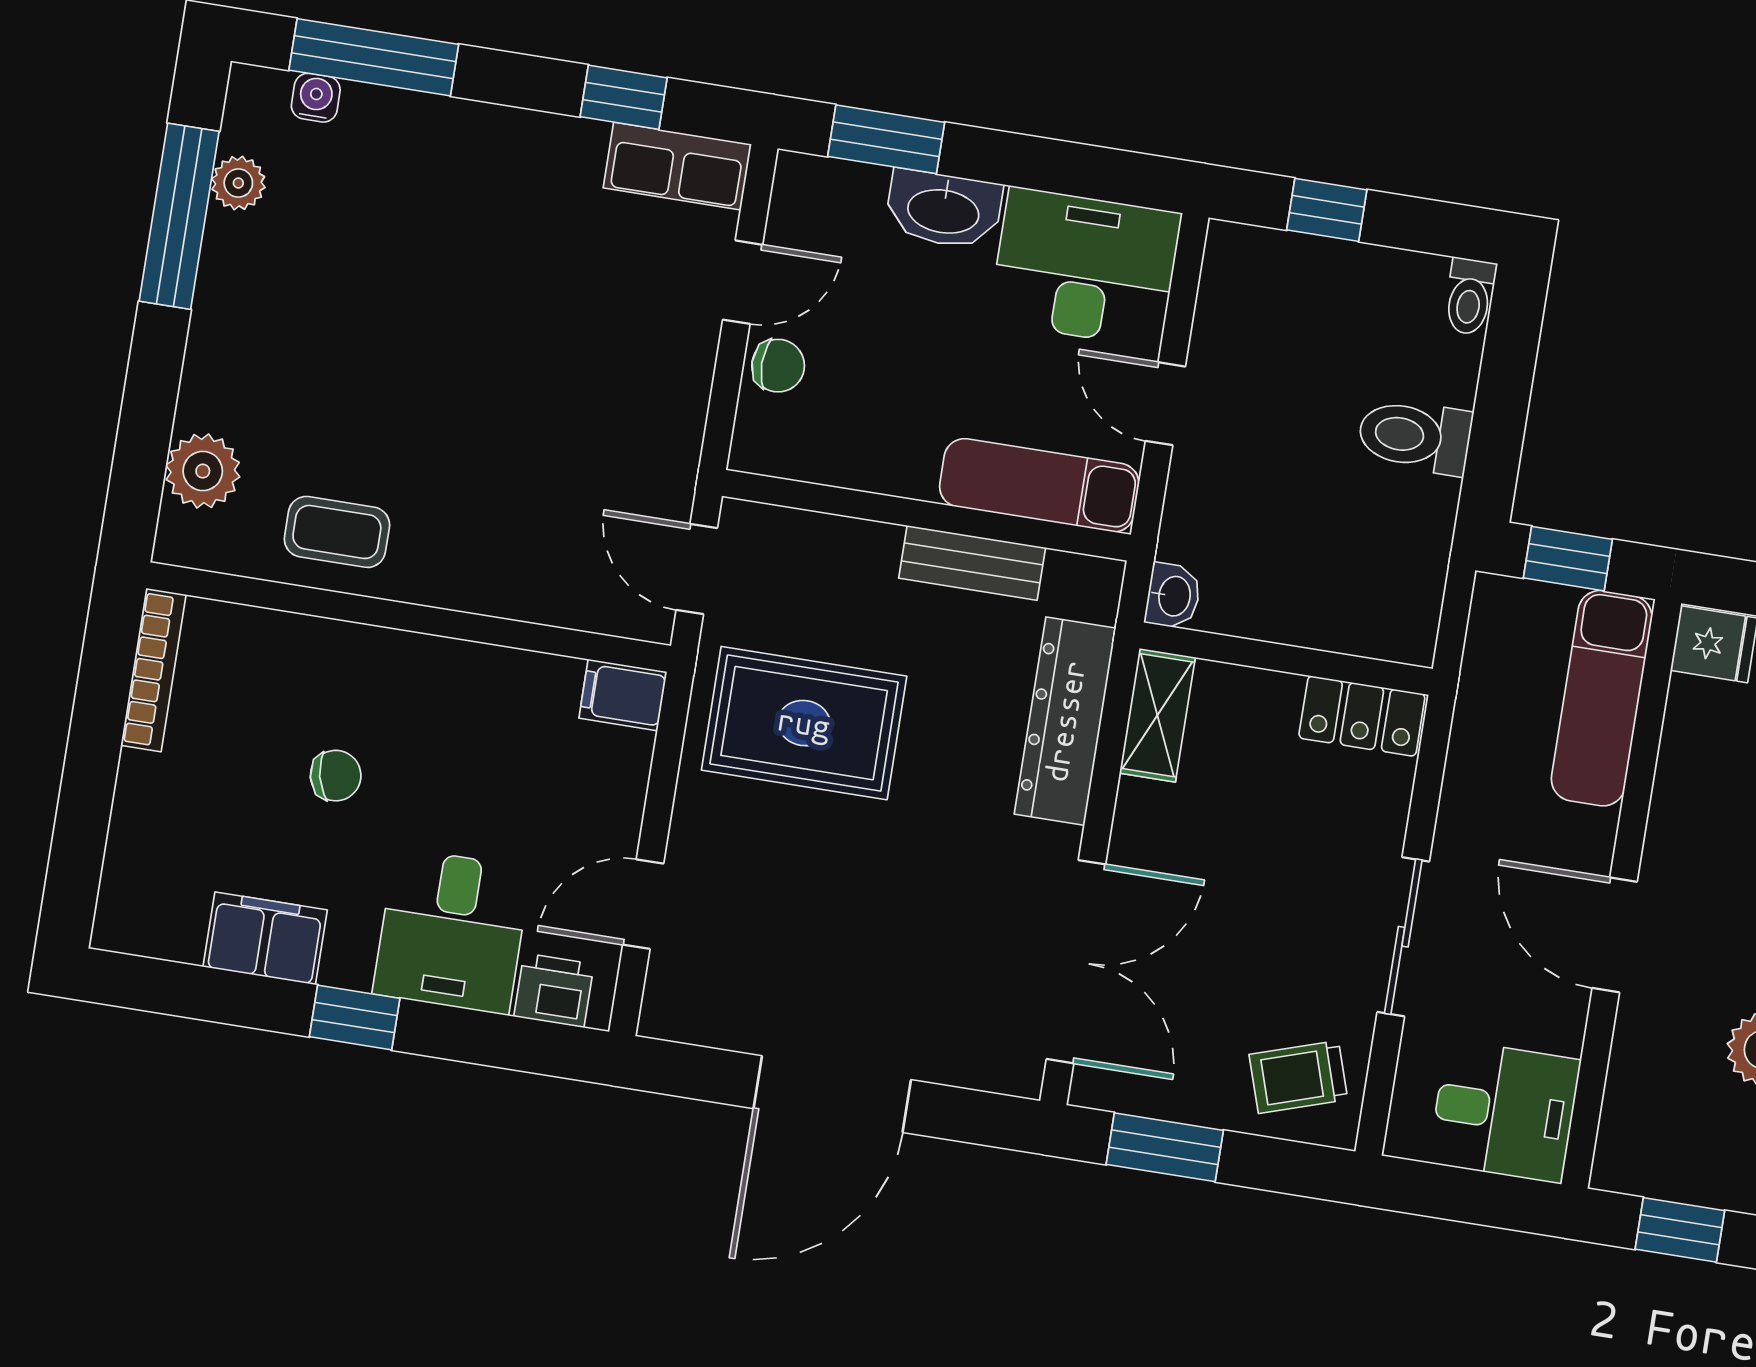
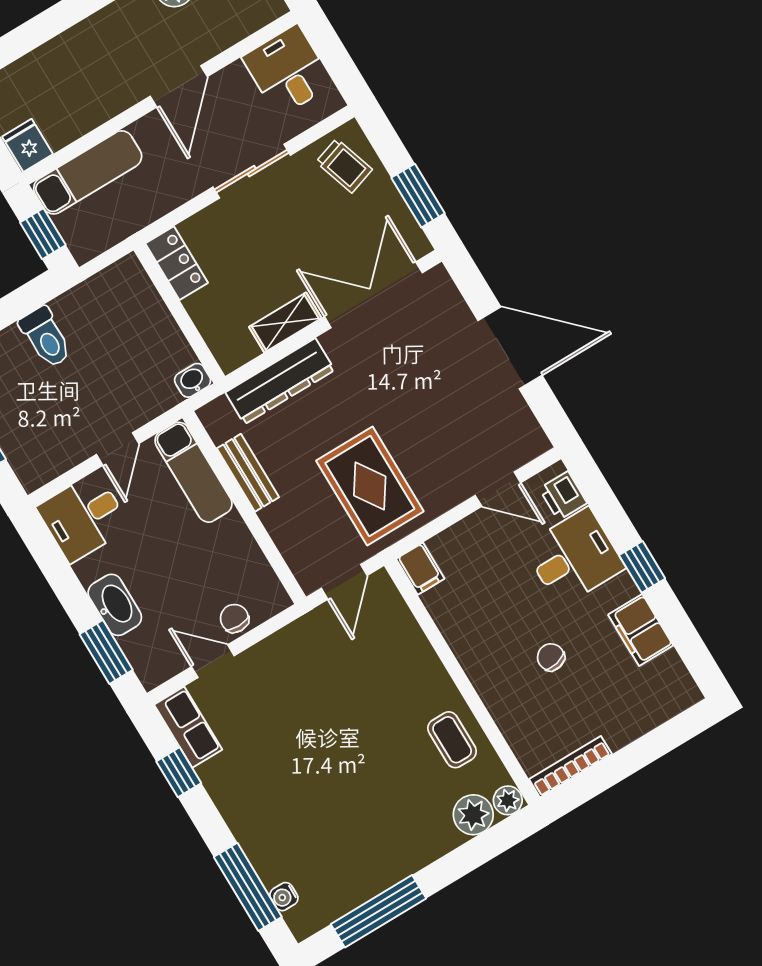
plant: (238, 183) -> (508, 800), moved
desk: (1085, 267) -> (83, 517), width x0.73
shelving: (1157, 715) -> (285, 322), moved

